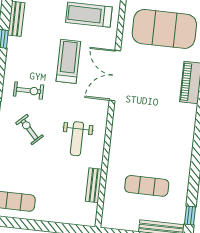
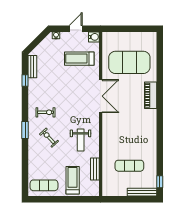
treadmill: (68, 61) -> (73, 180), moved
double door: (115, 75) -> (101, 96), swing flipped

